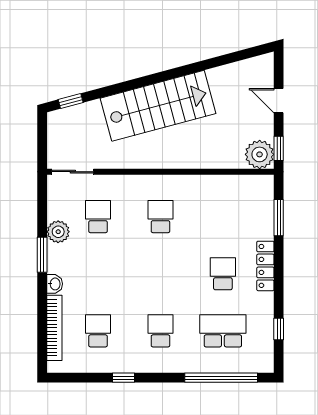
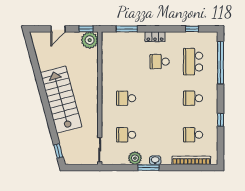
locker: (265, 266) -> (155, 37), width x0.66
washbasin: (55, 284) -> (155, 160), moved

